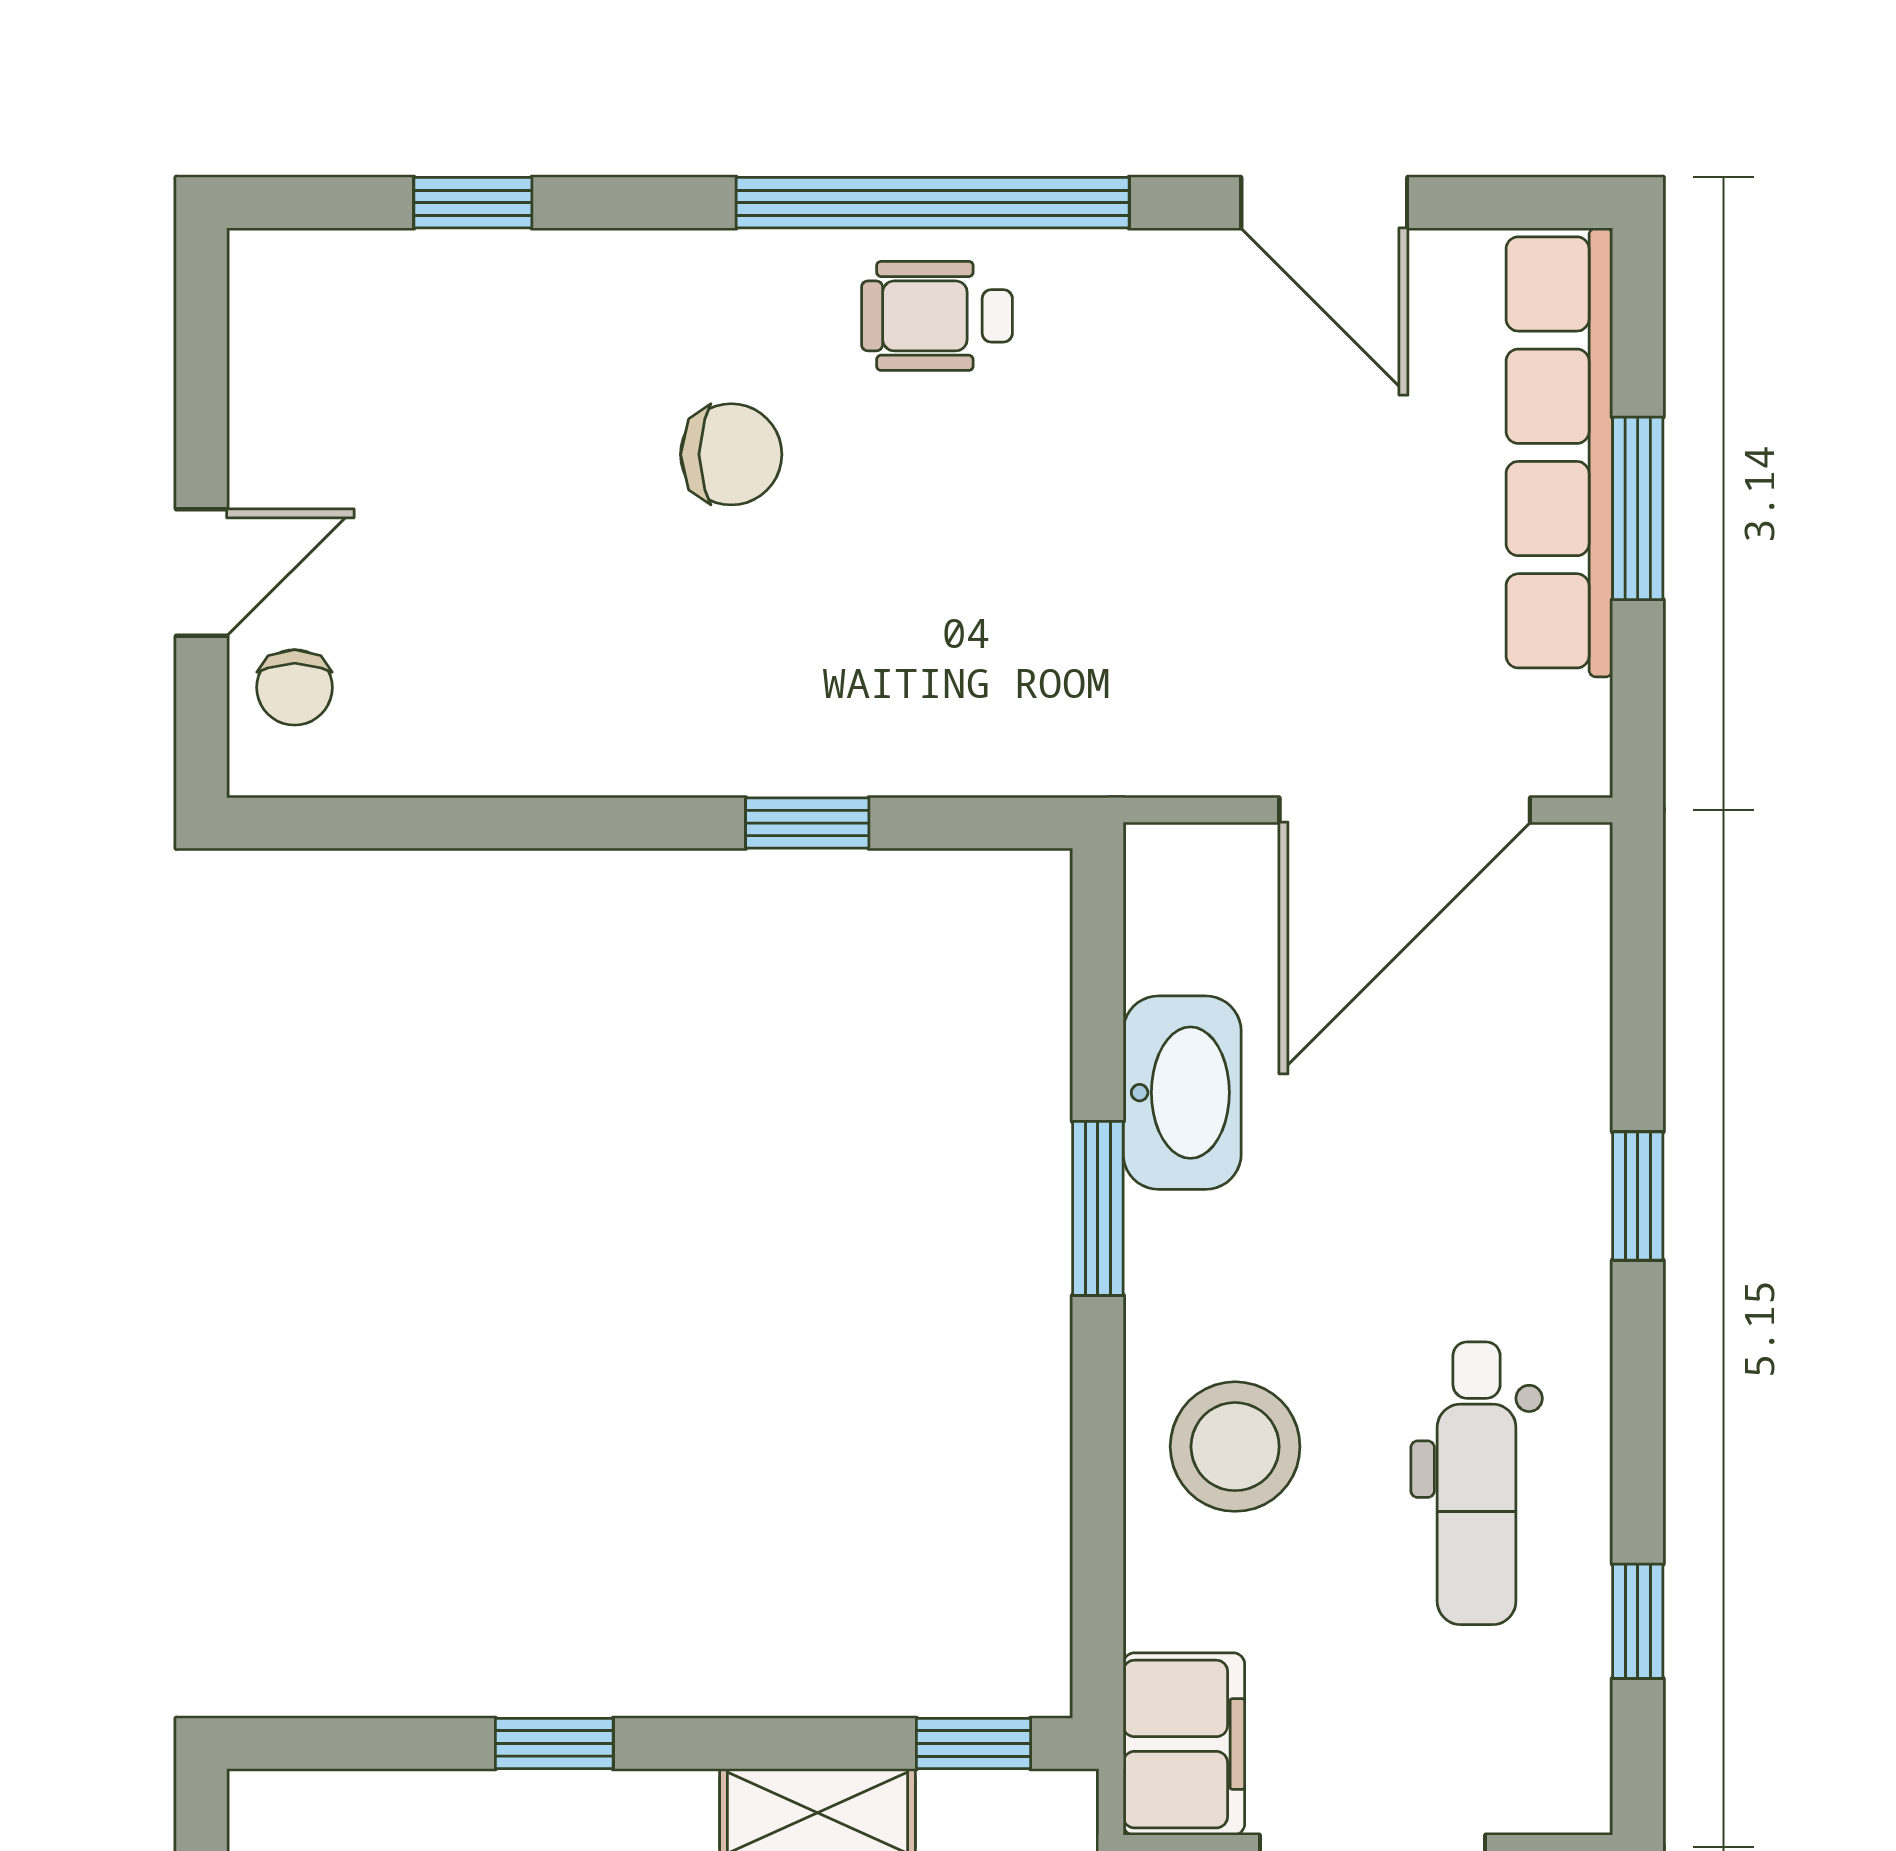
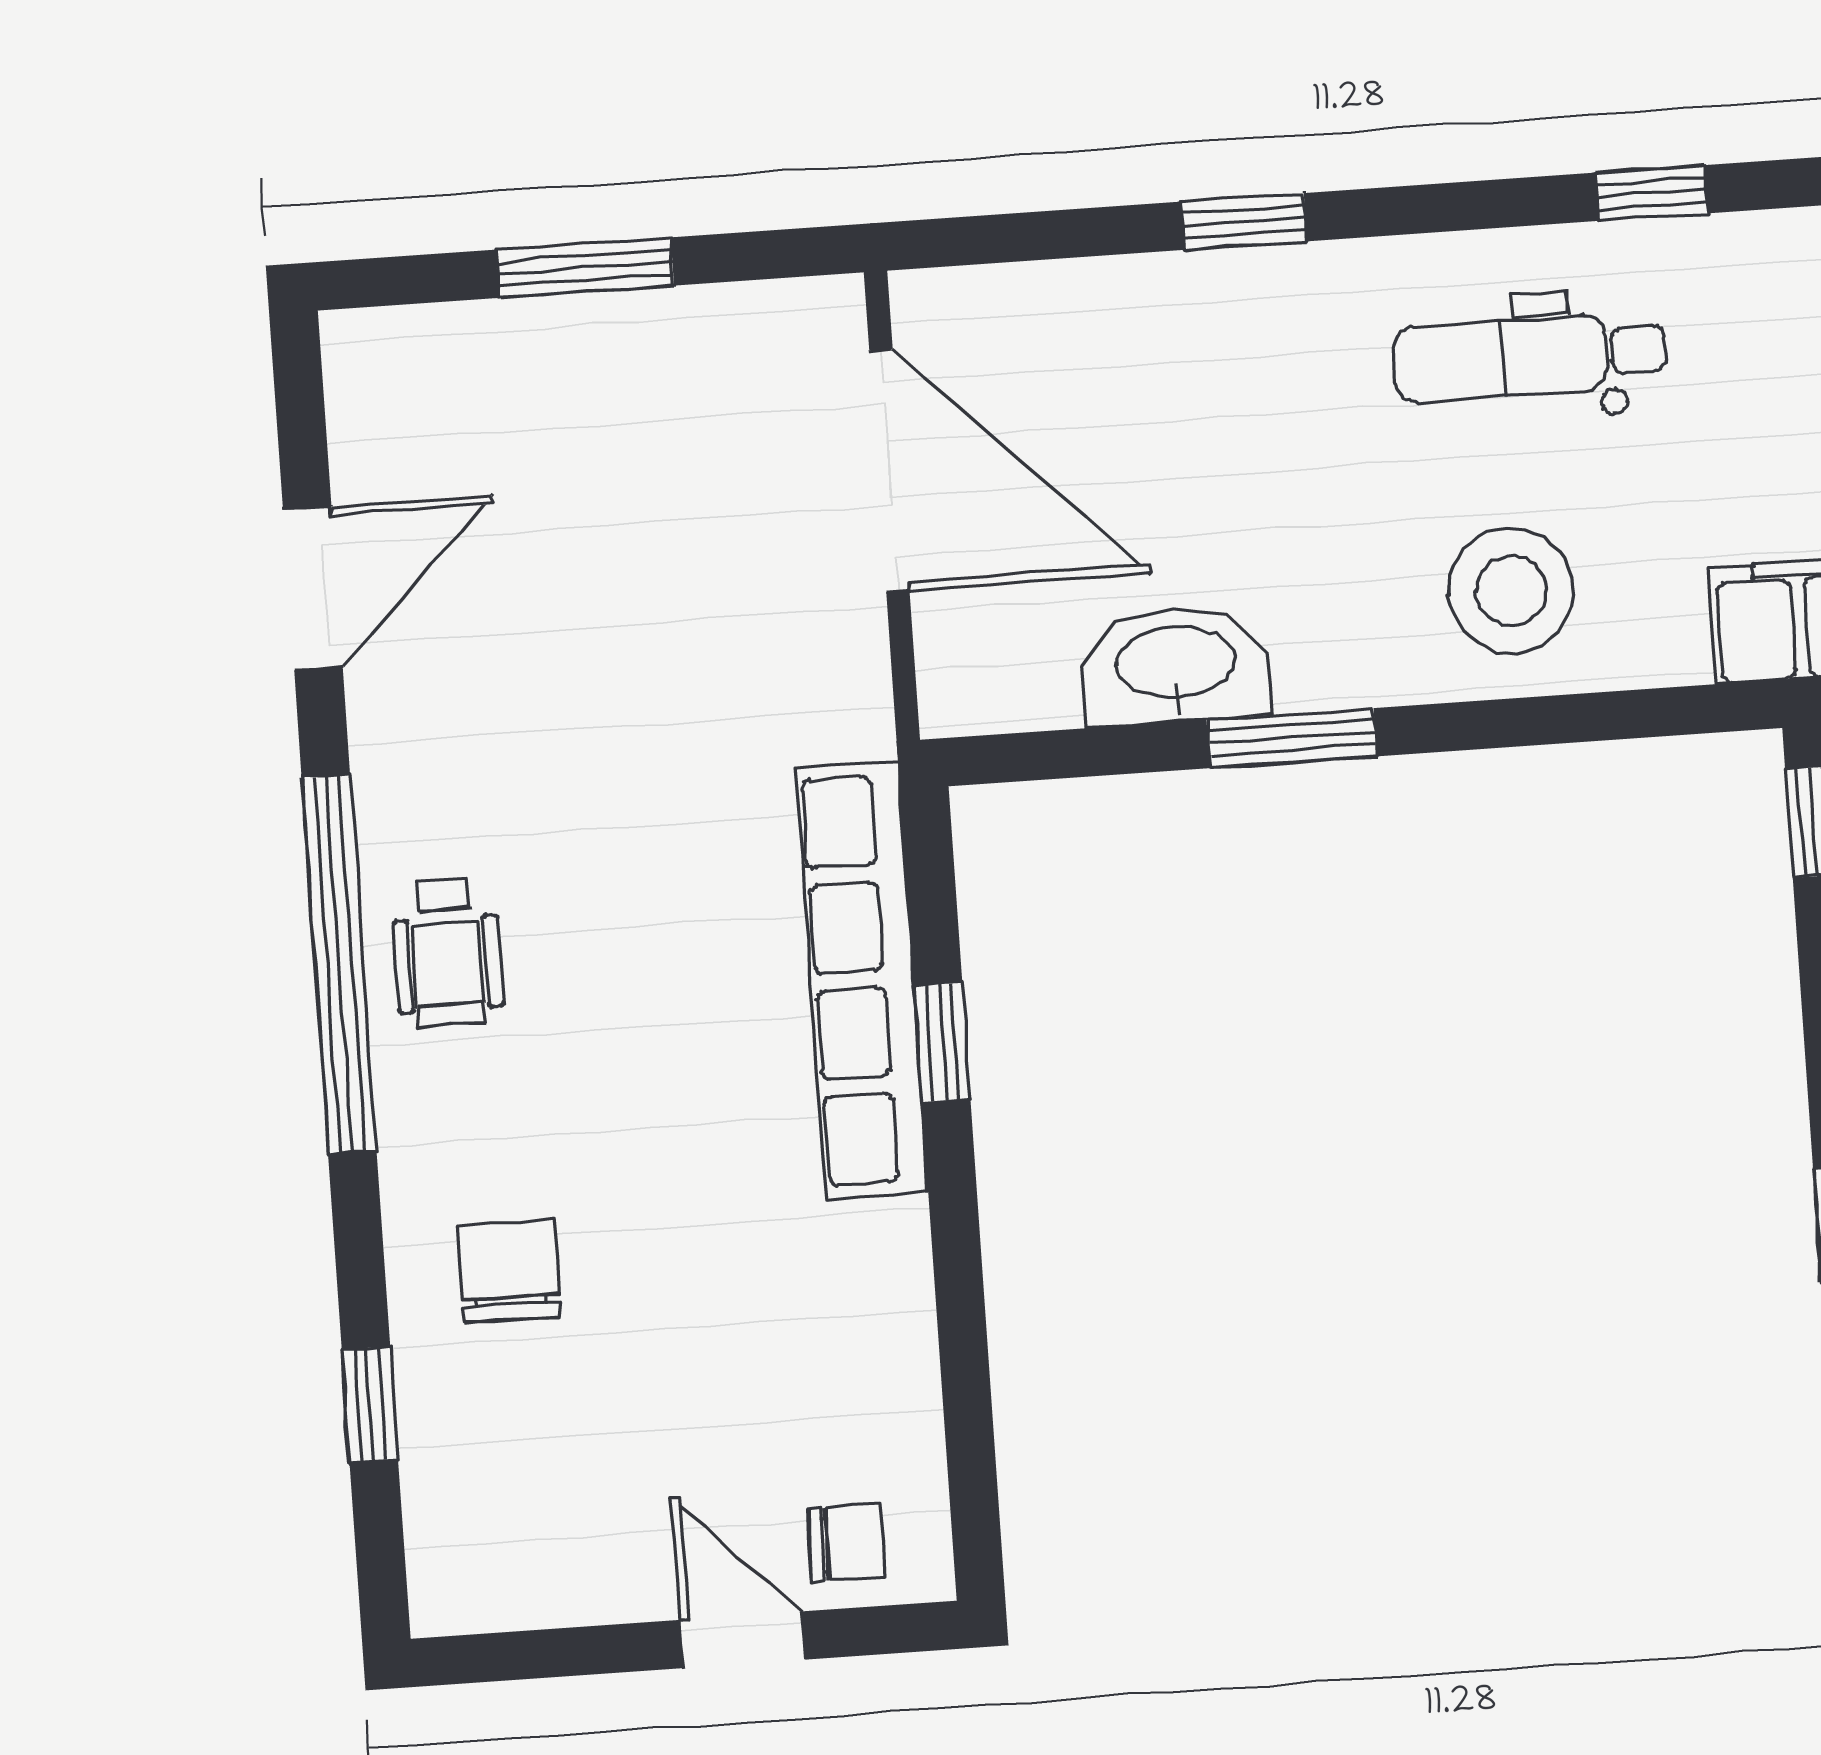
row of seats: (1559, 452) -> (862, 980), moved, turned 90
chair: (731, 454) -> (509, 1271), moved
dental chair: (1477, 1483) -> (1530, 357), turned 180

